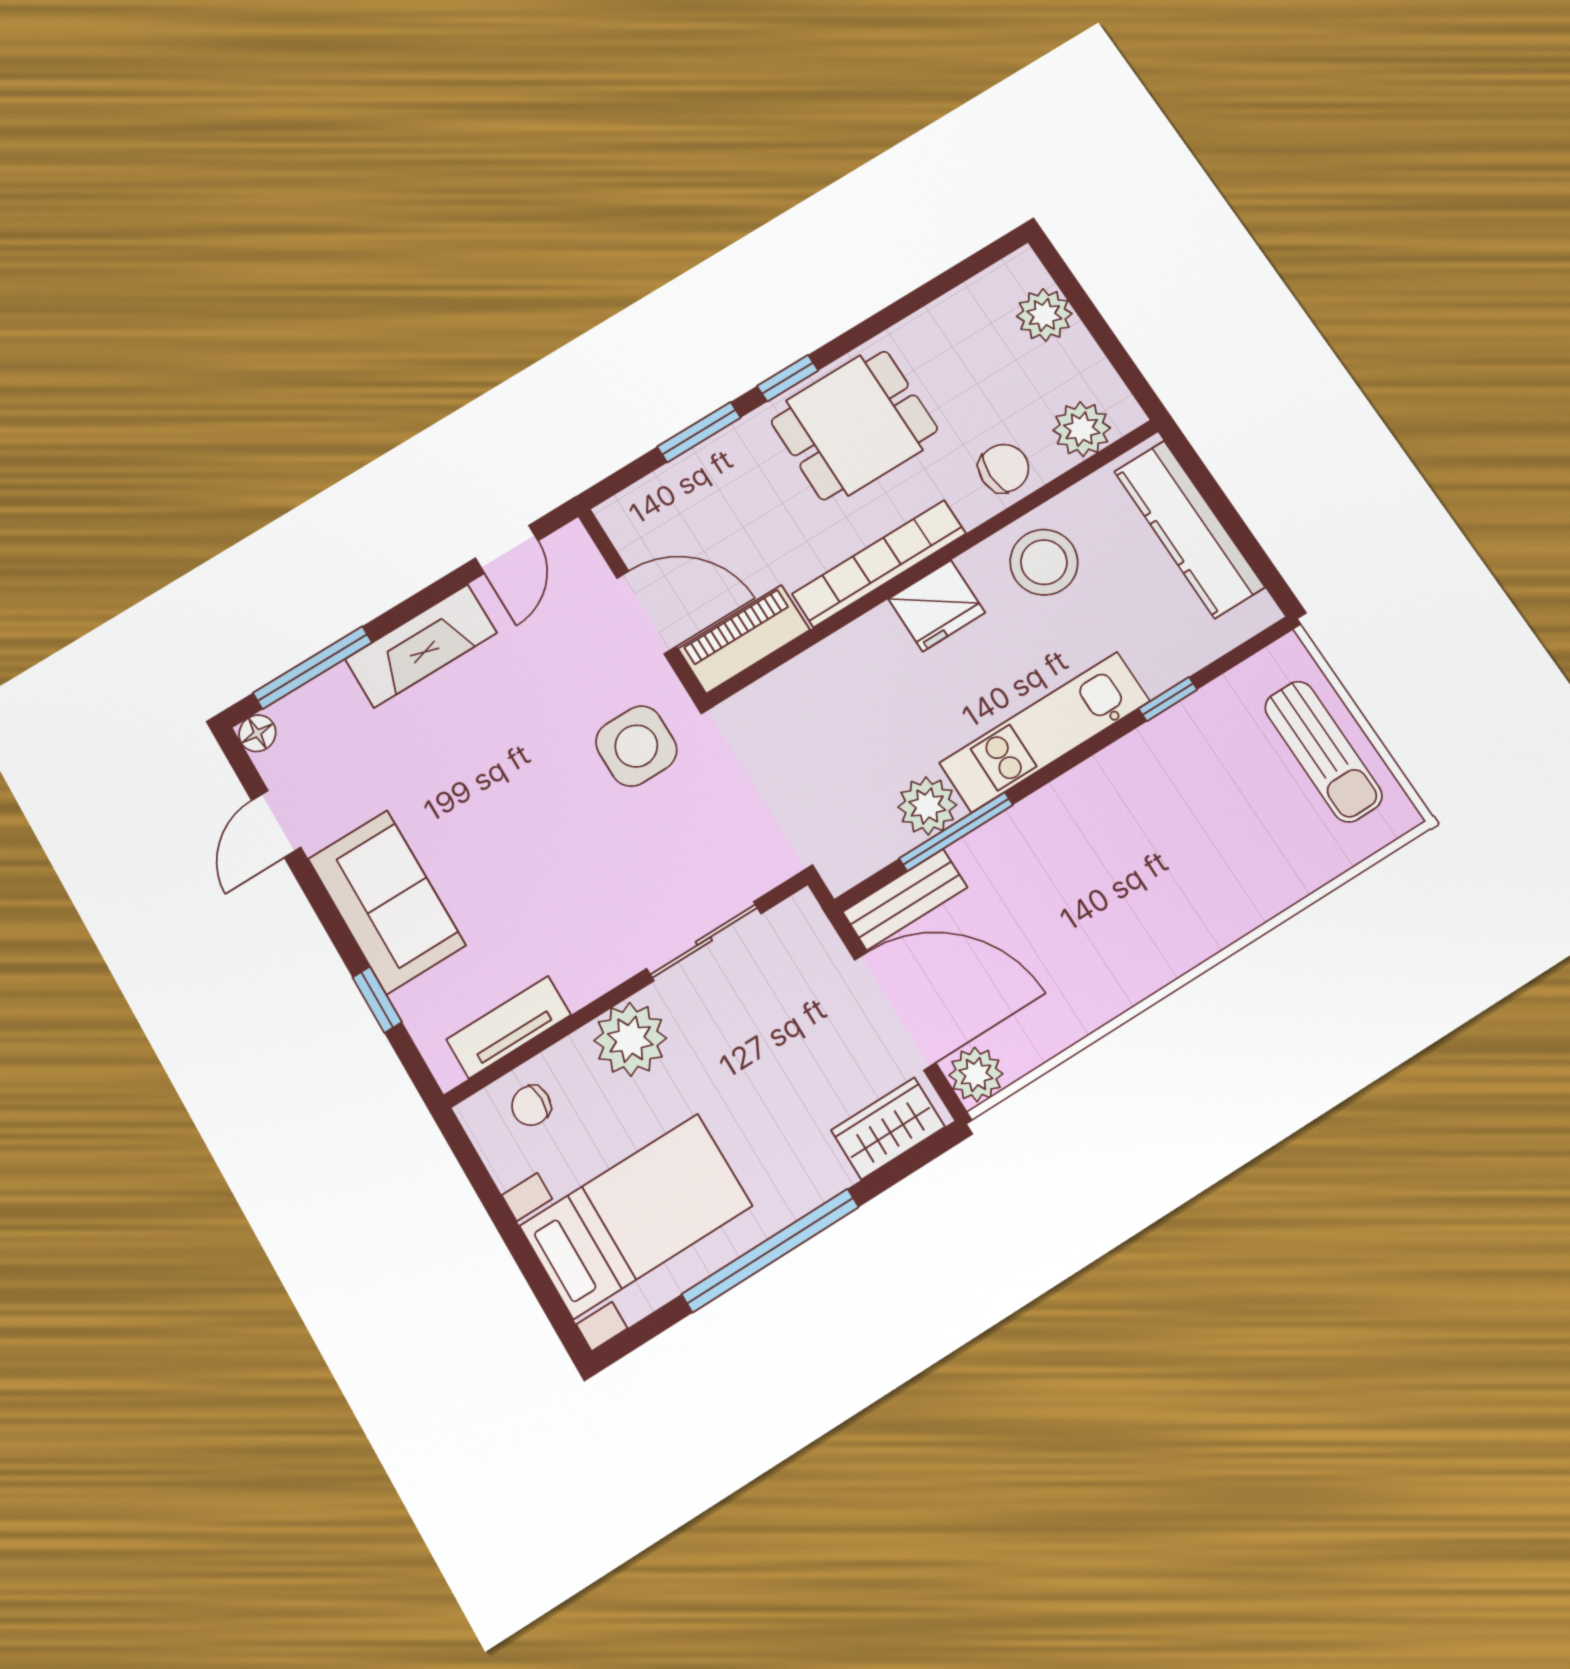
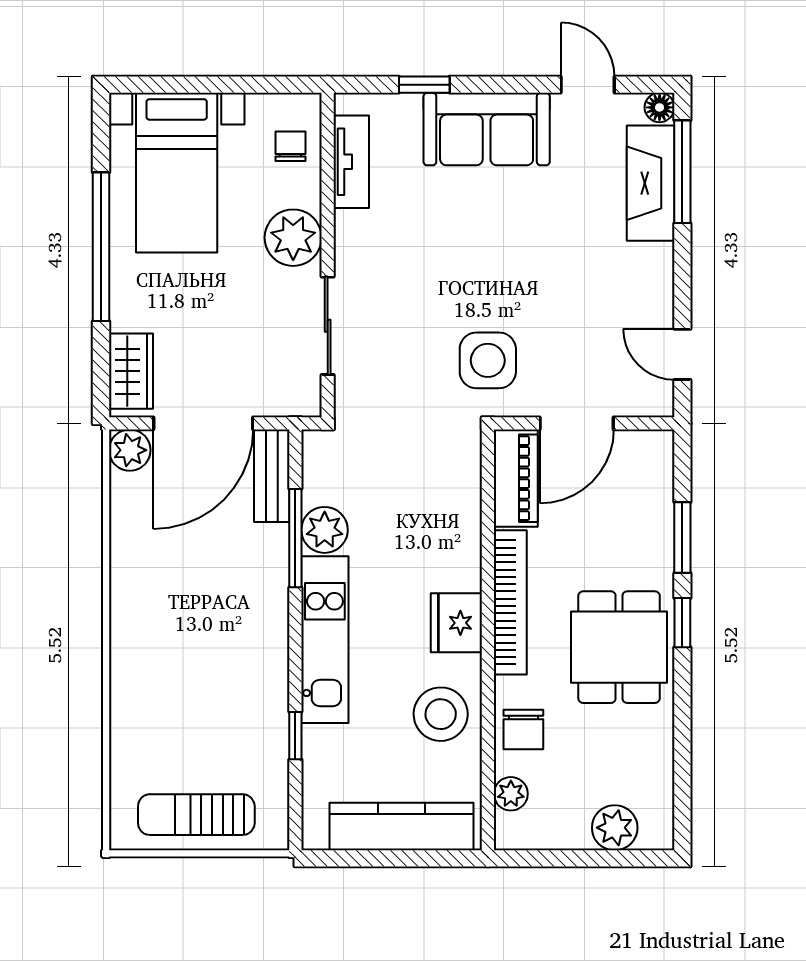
plant: (1082, 429) -> (511, 794), width x0.73, depth x0.73
fireplace: (421, 646) -> (651, 183), moved

